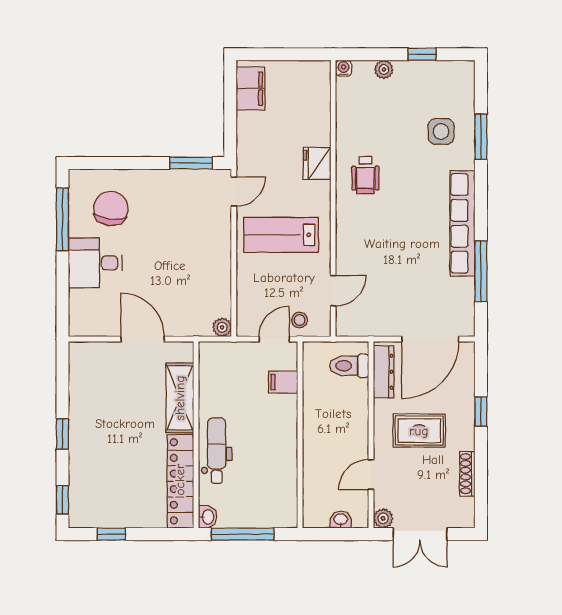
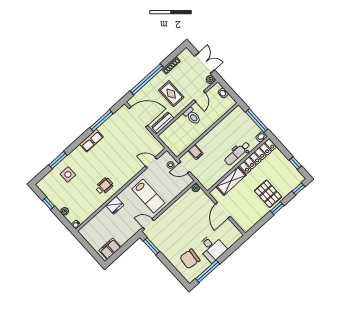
row of seats: (462, 223) -> (91, 141), width x0.50
toilet: (349, 366) -> (192, 116), moved
window: (481, 412) -> (147, 79), width x3.17
pallet: (101, 441) -> (268, 194), added
door: (371, 475) -> (200, 96), hinge flipped

